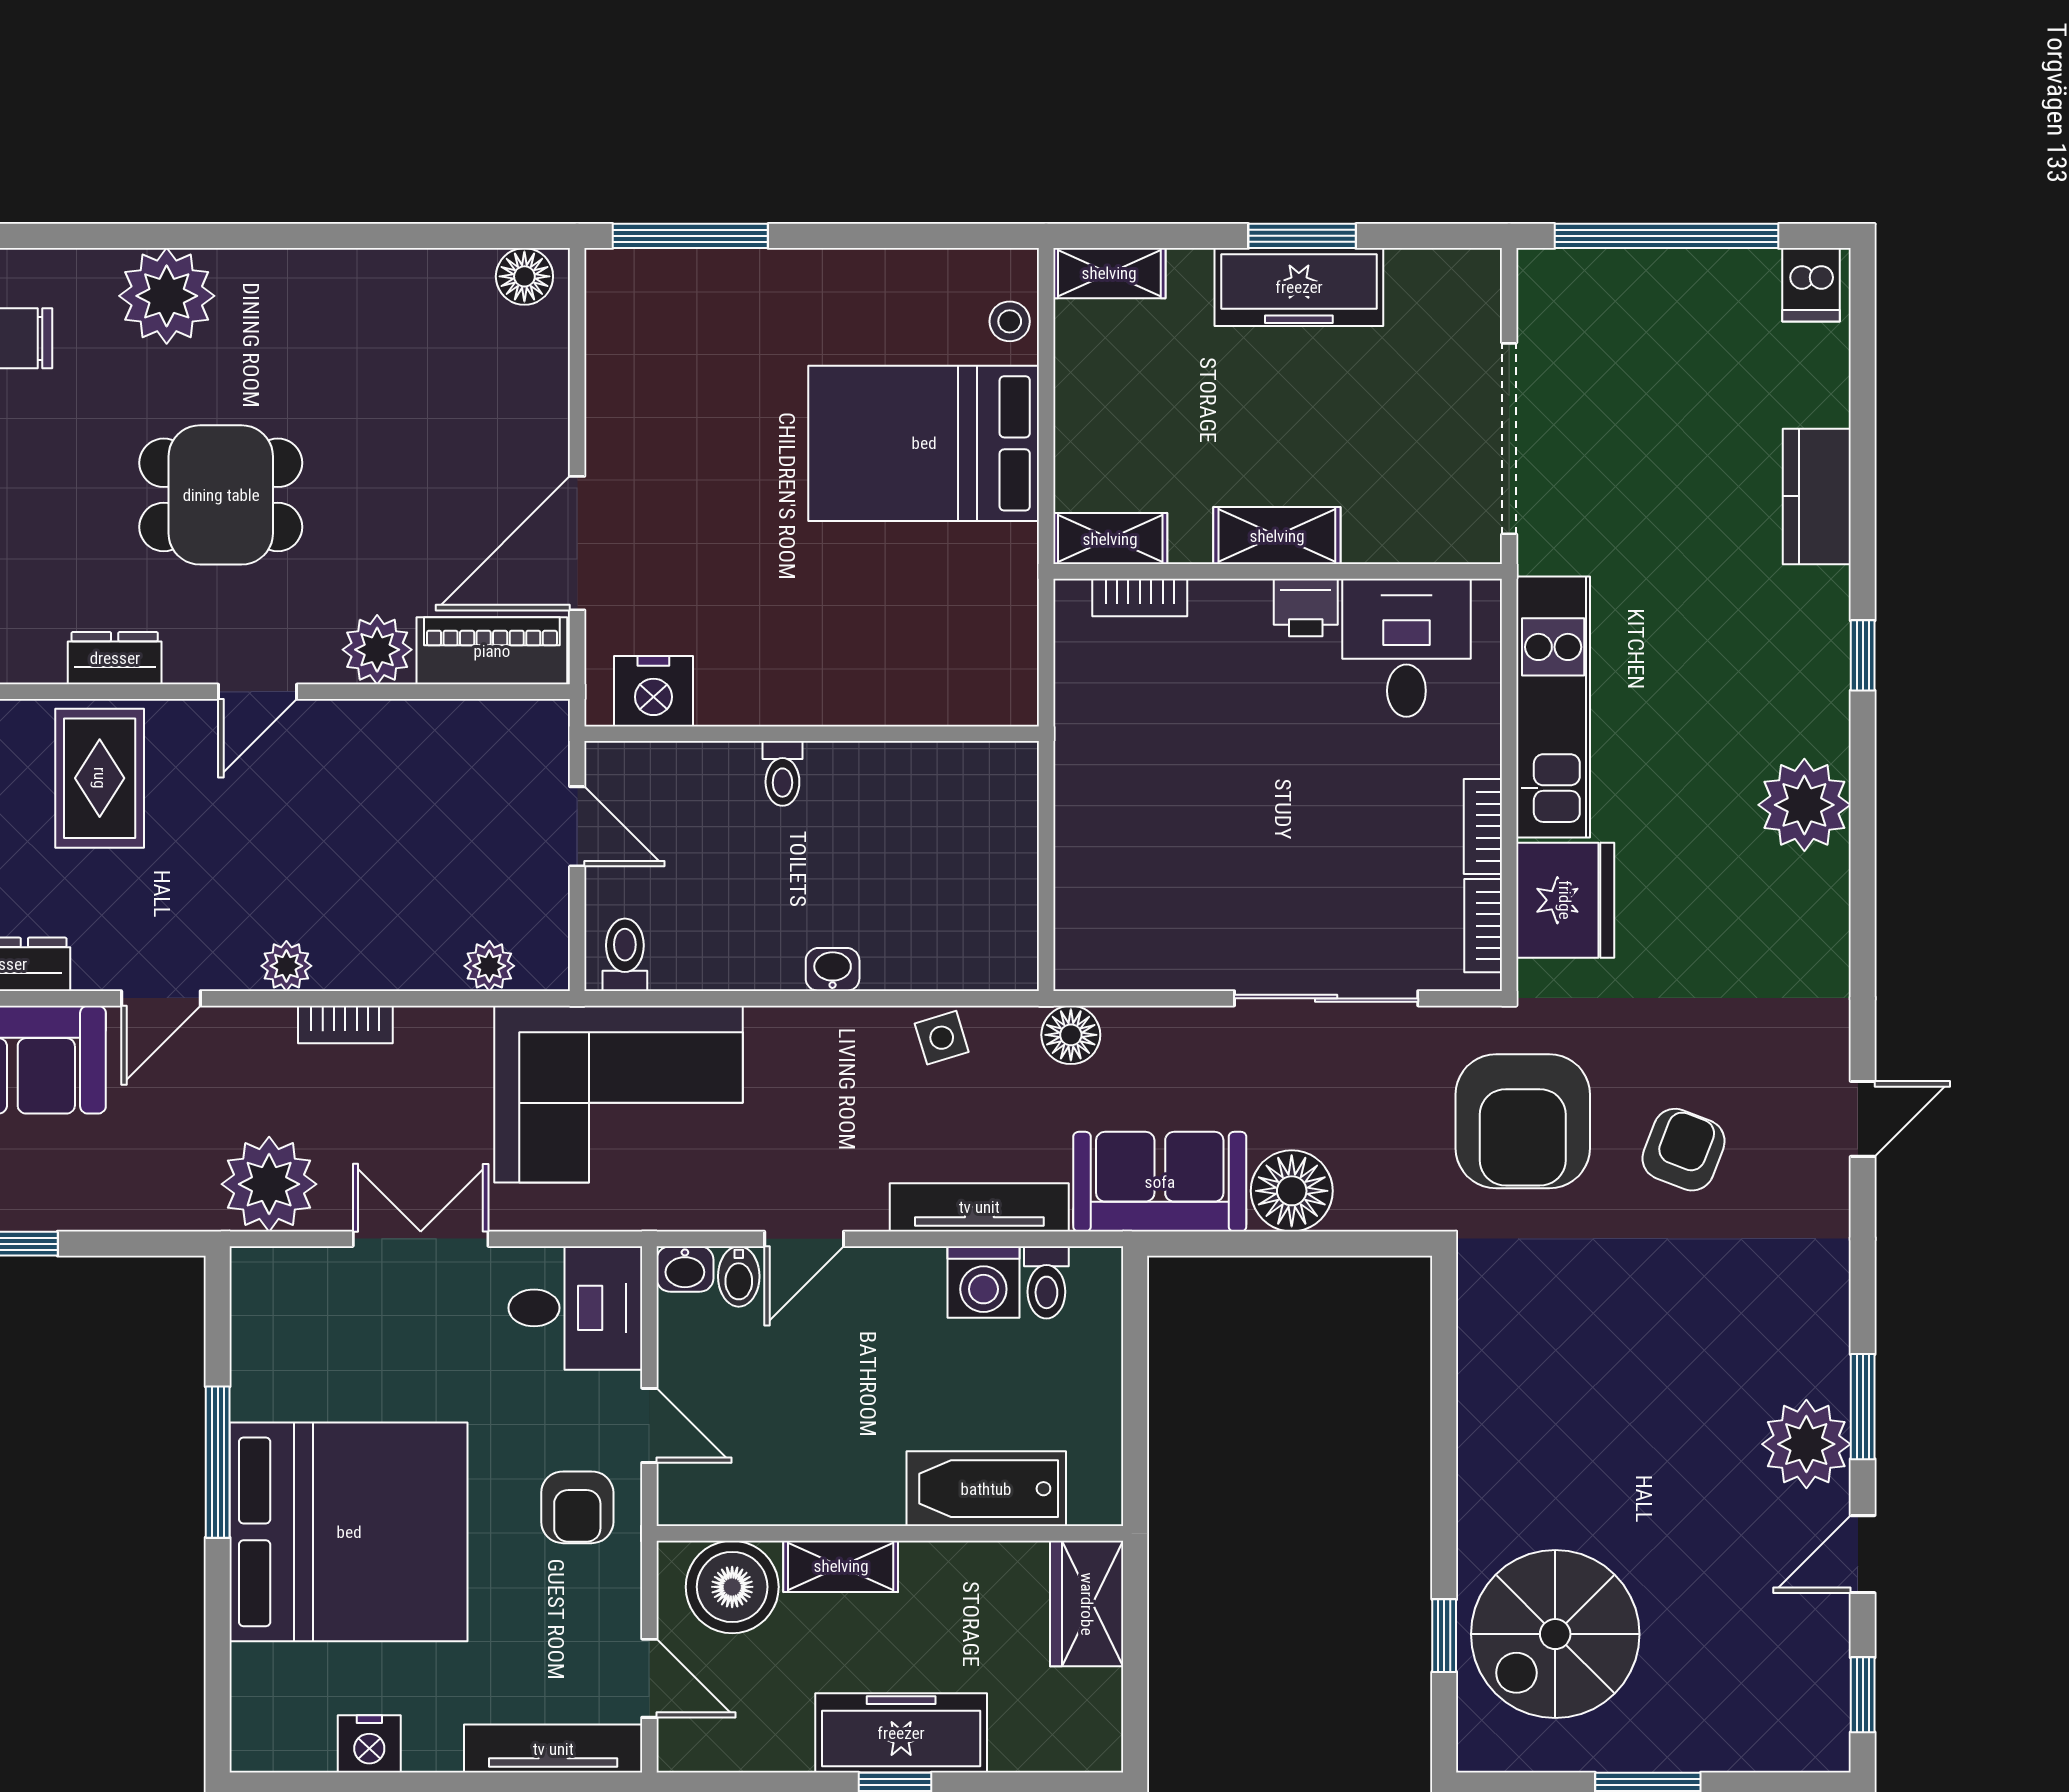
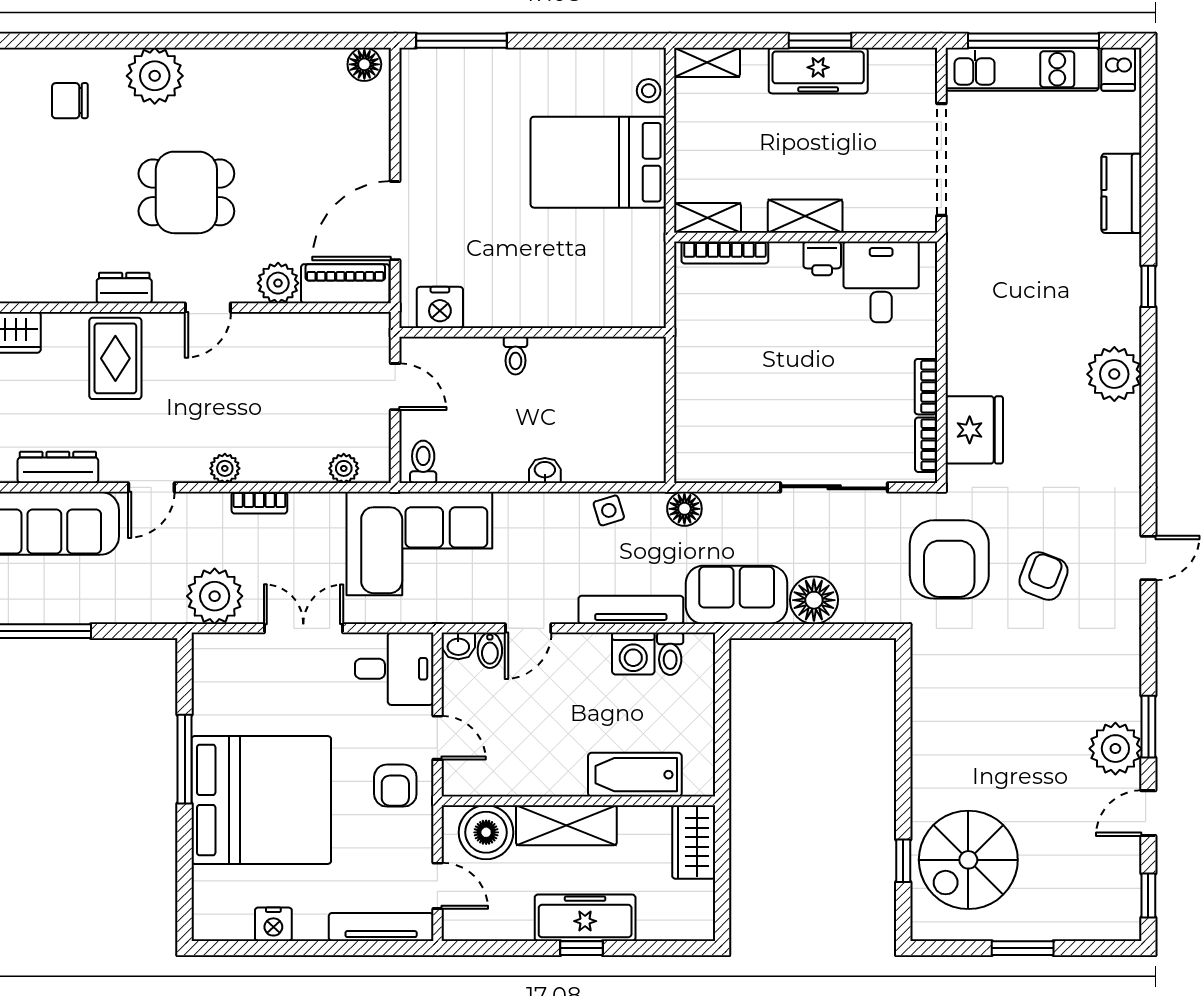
bookcase: (1140, 598) -> (725, 253), width x1.56
kitchen unit: (1553, 707) -> (1022, 69), moved, turned 90
shelving: (841, 1566) -> (566, 825), width x1.50, depth x1.33

